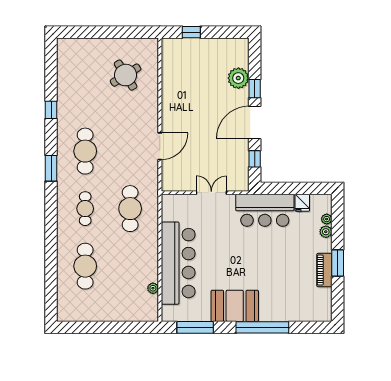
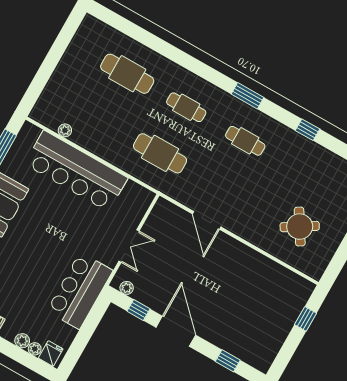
plant: (238, 78) -> (127, 288), moved, width x0.53, depth x0.53
window: (255, 89) -> (228, 361), moved
cafe table: (85, 151) -> (245, 141), width x0.73, depth x0.74
fridge: (302, 203) -> (51, 354), moved, turned 90

